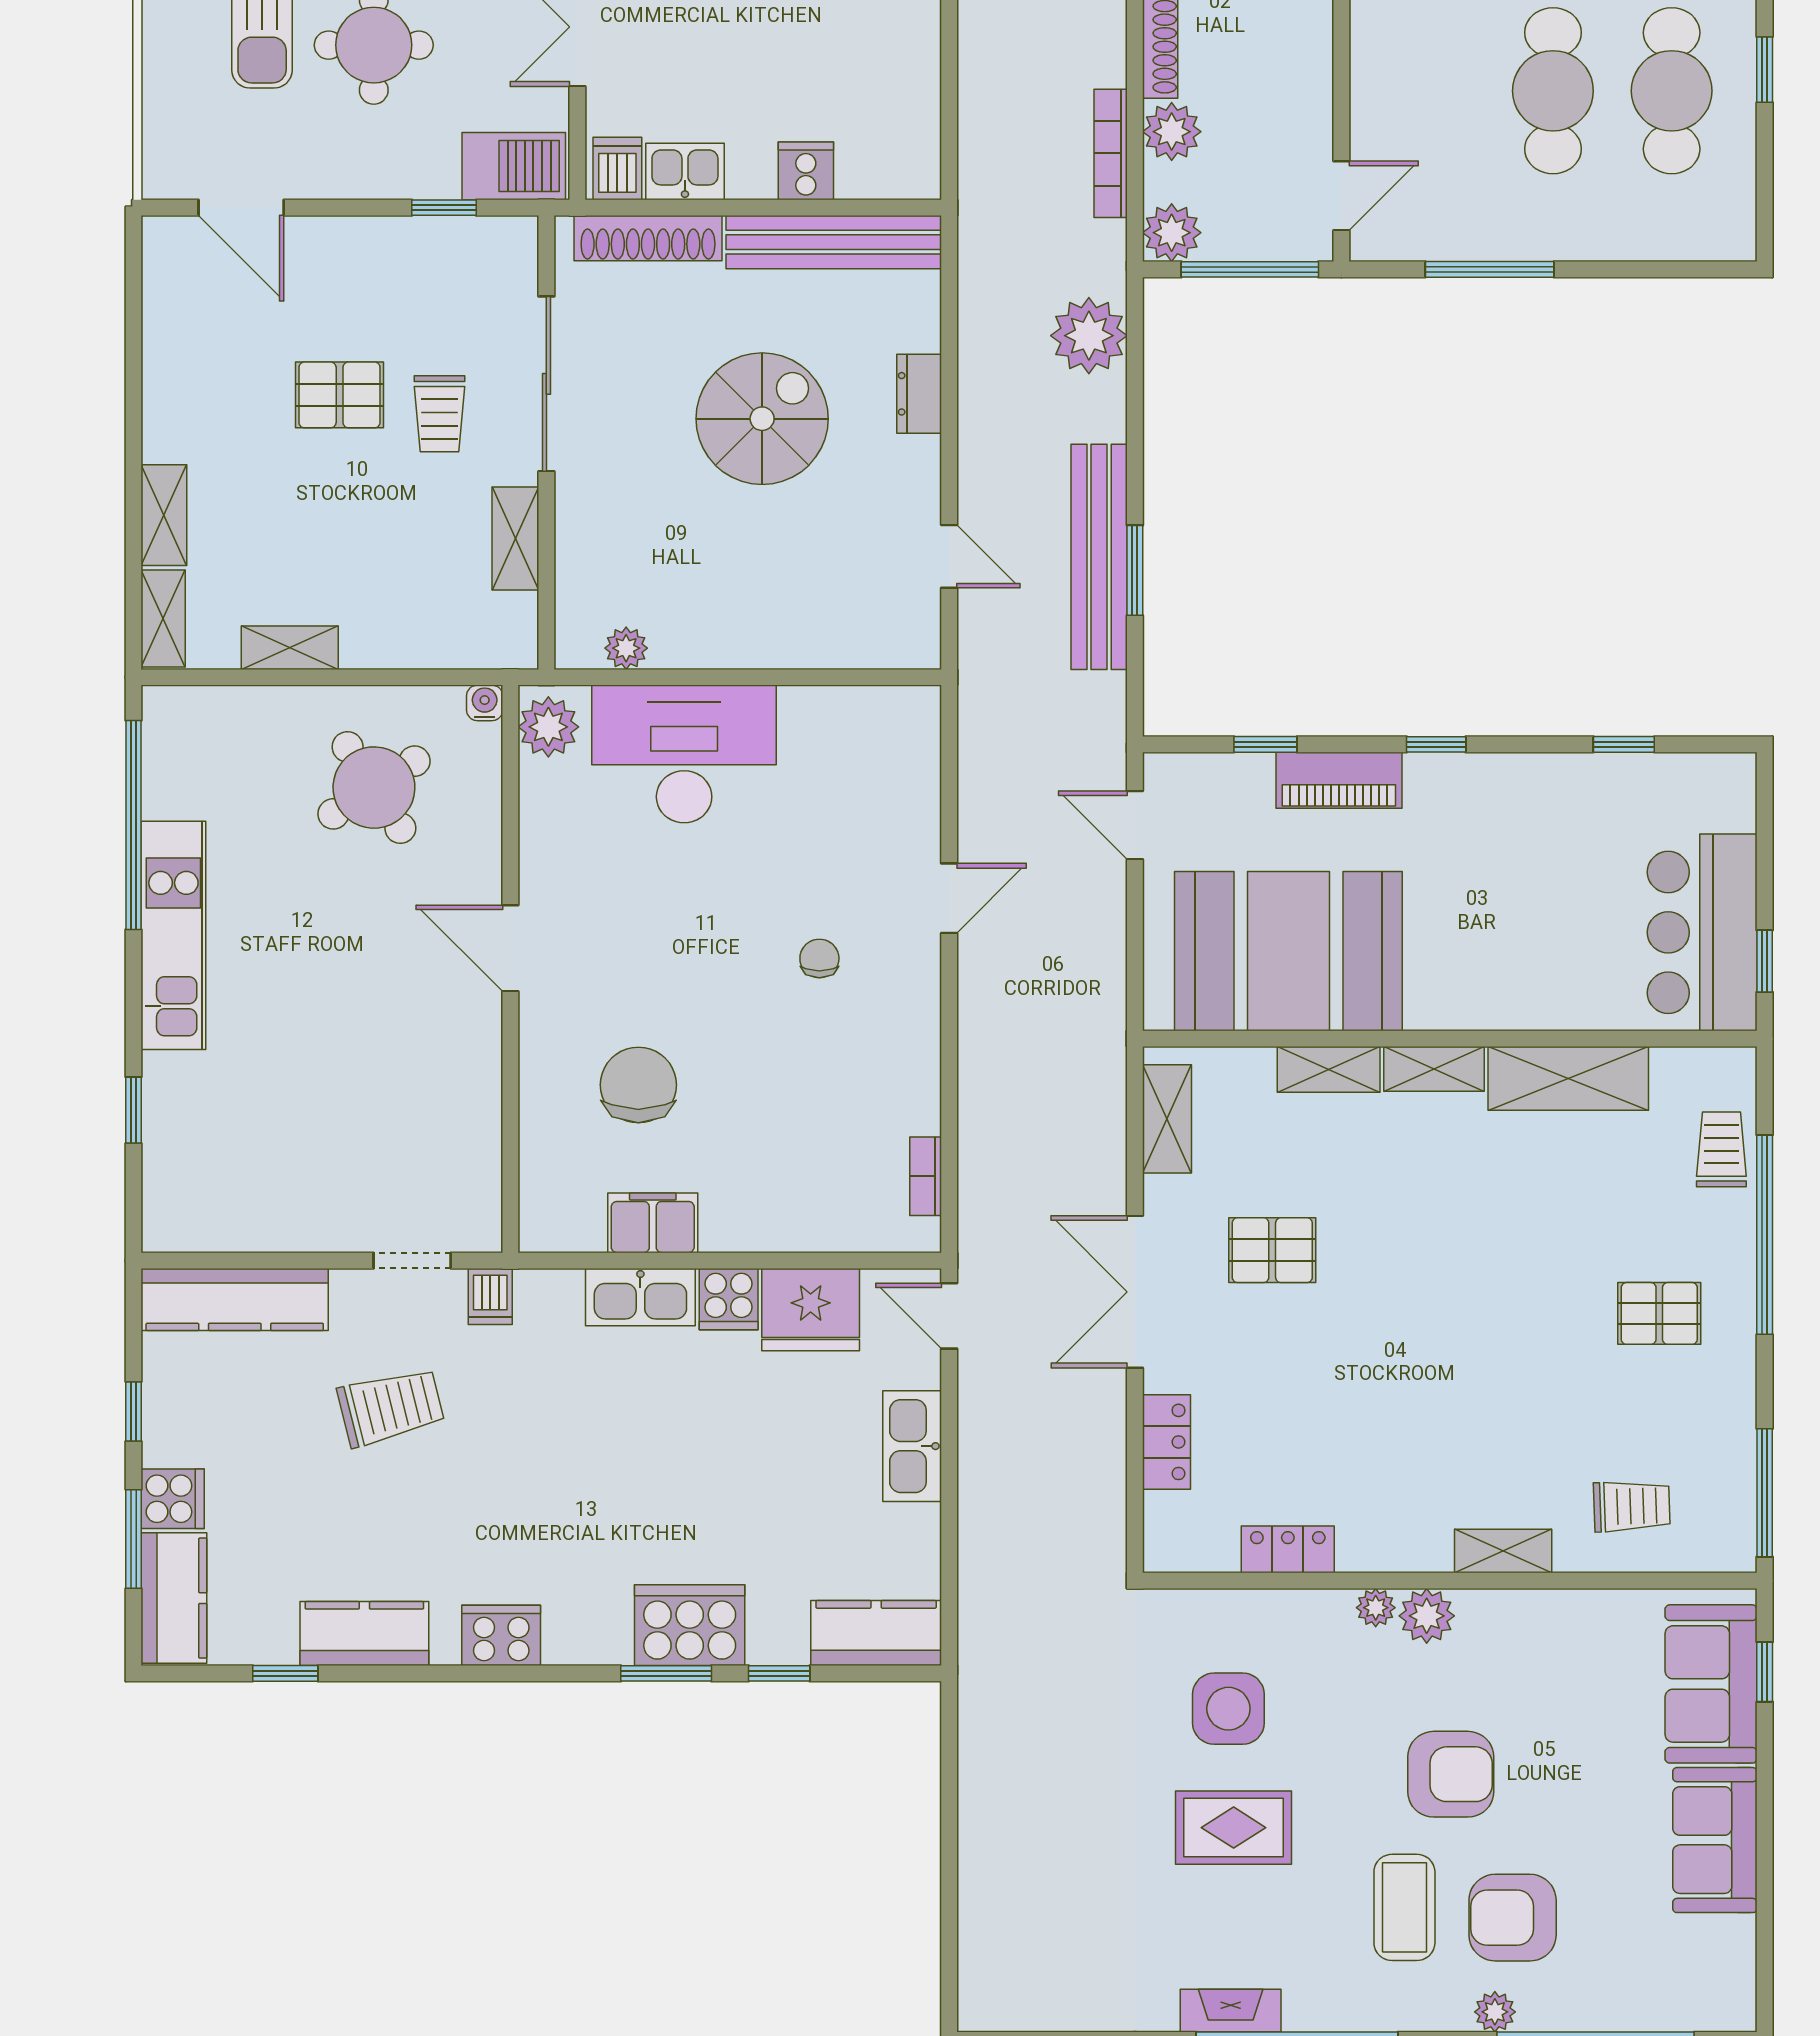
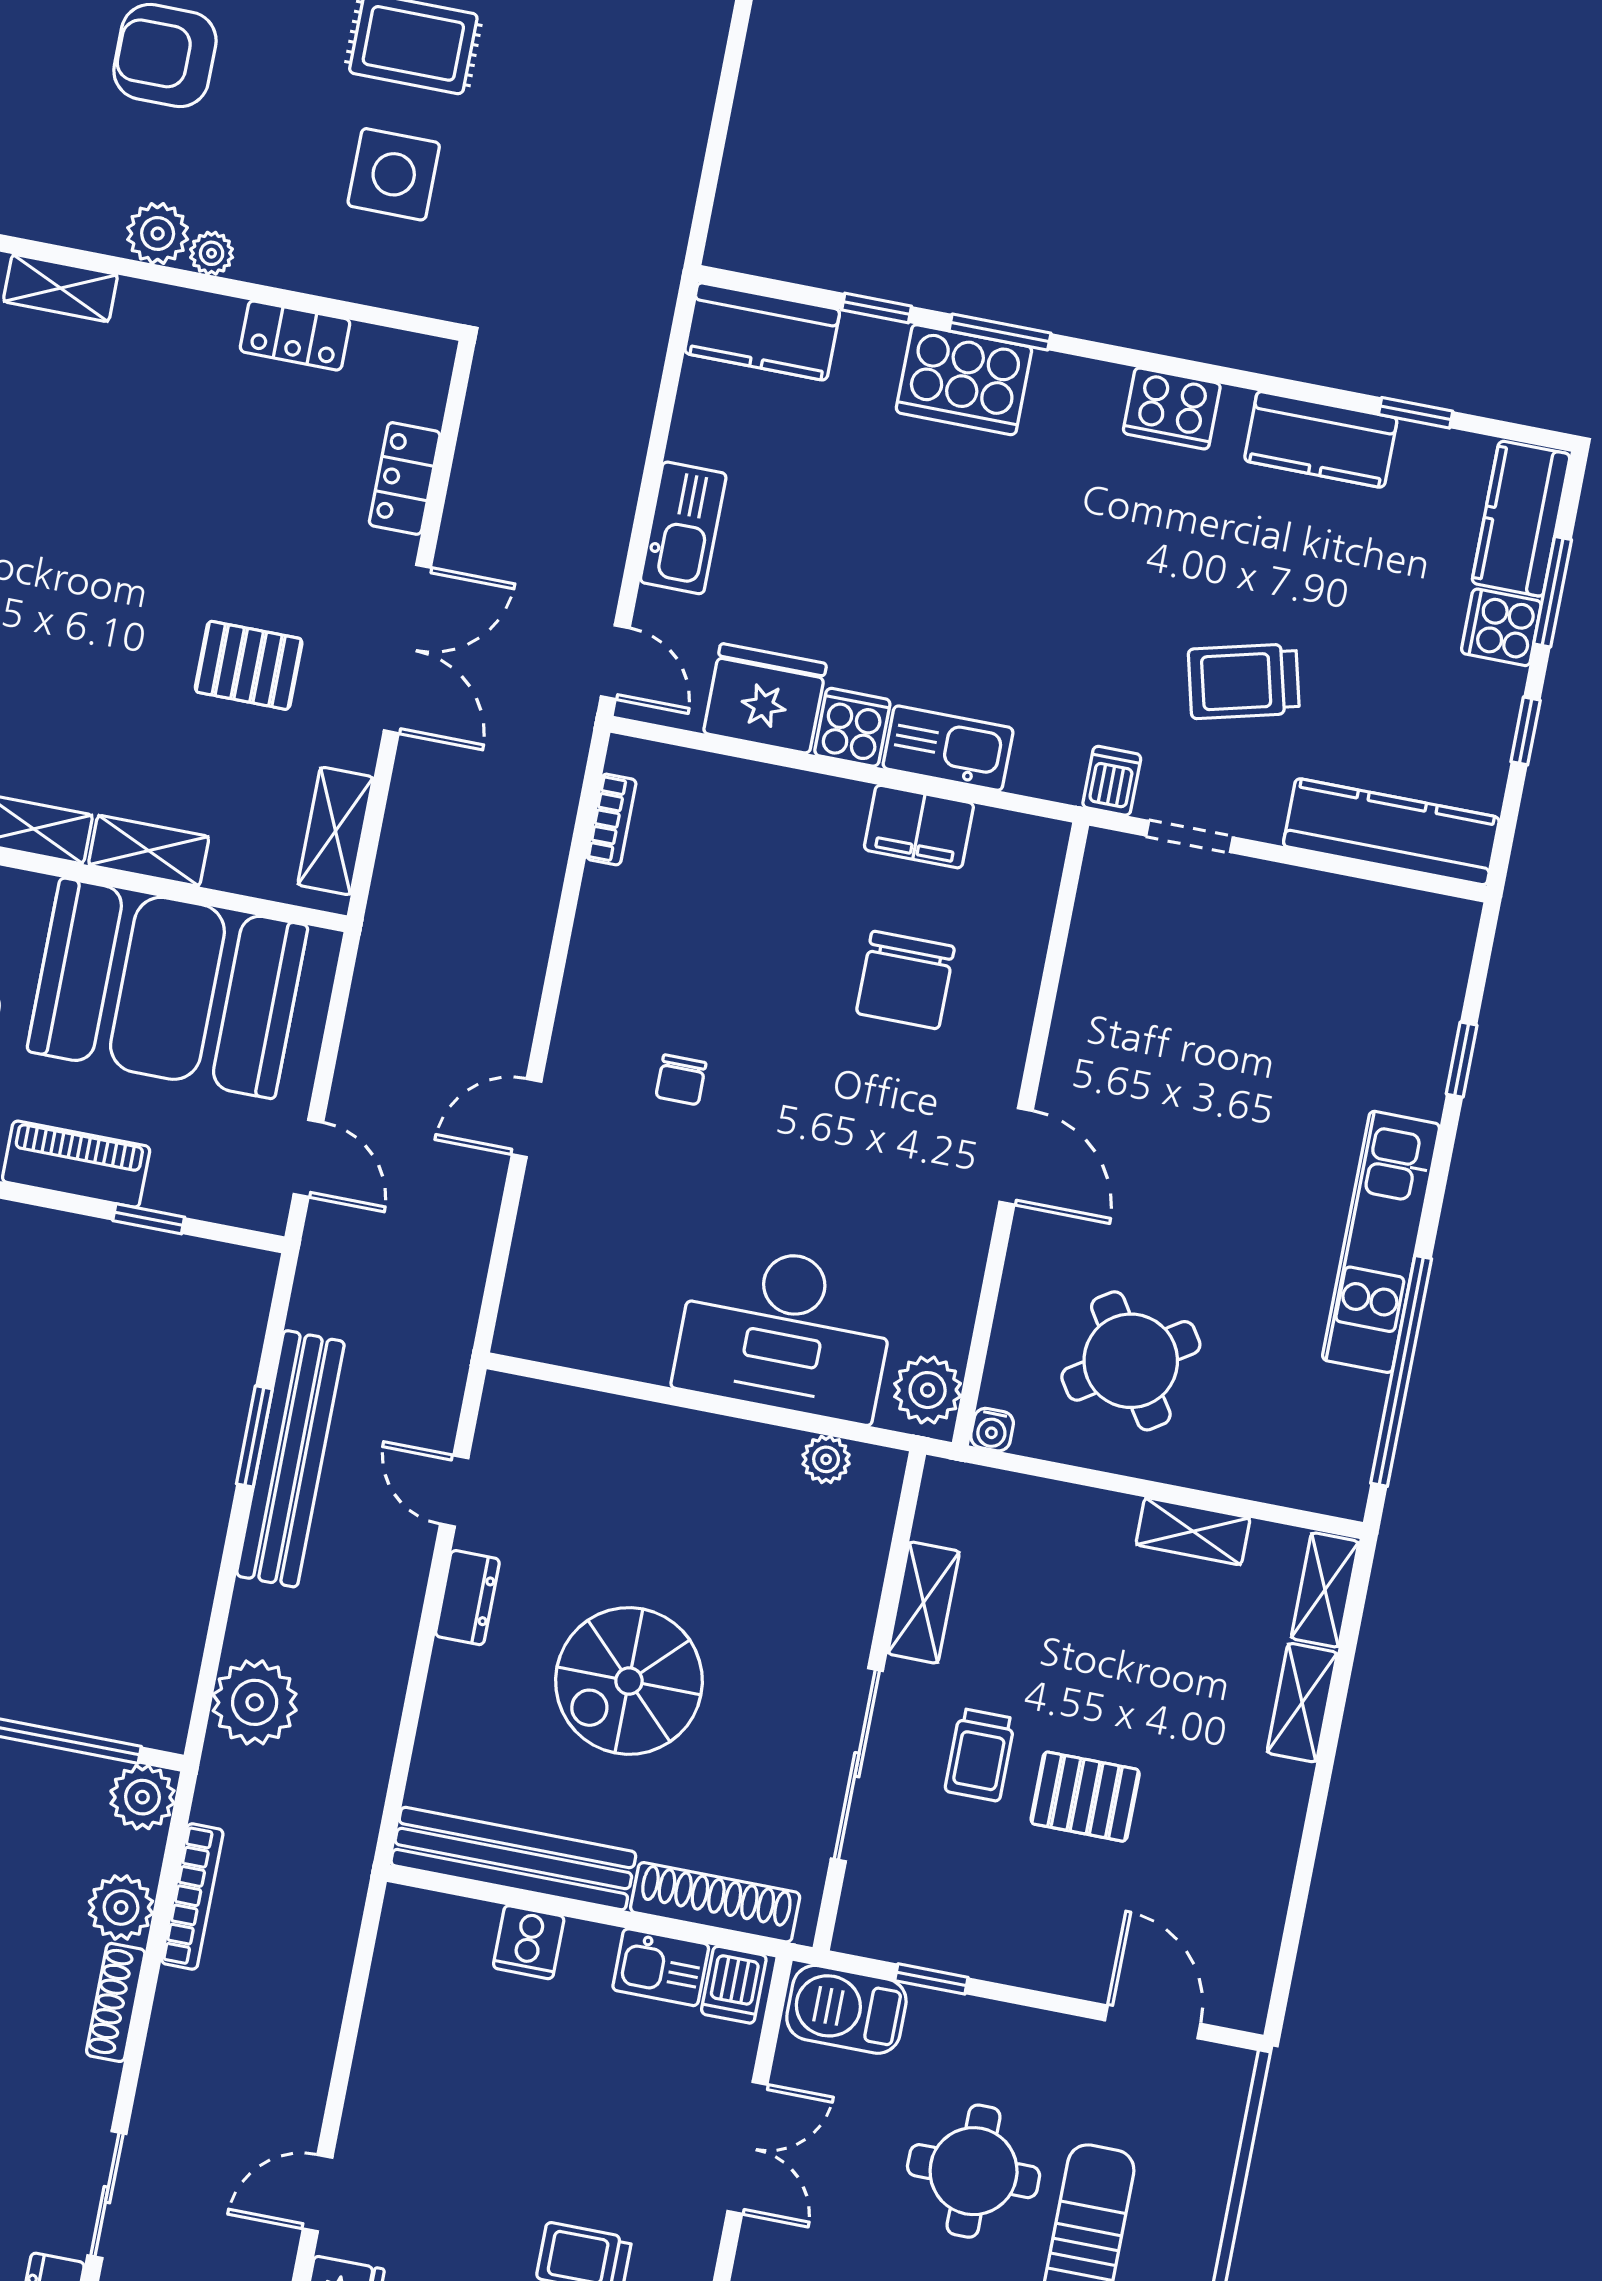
dresser: (919, 394) -> (467, 1598), moved
trolley: (439, 414) -> (980, 1755), turned 180

